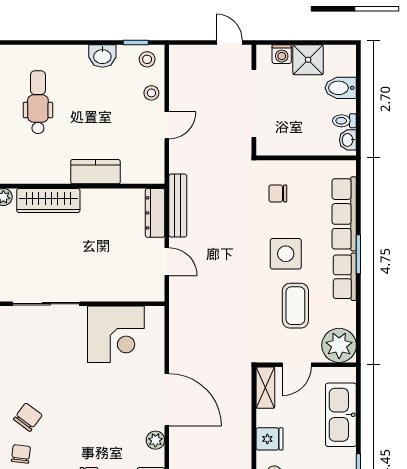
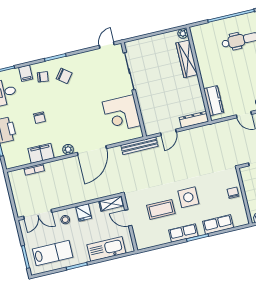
kitchen counter: (95, 172) -> (213, 101), moved
chair: (278, 193) -> (233, 193), moved
bench: (178, 205) -> (139, 146), moved
row of seats: (344, 214) -> (218, 224), width x0.68
plant: (339, 345) -> (145, 239), removed

